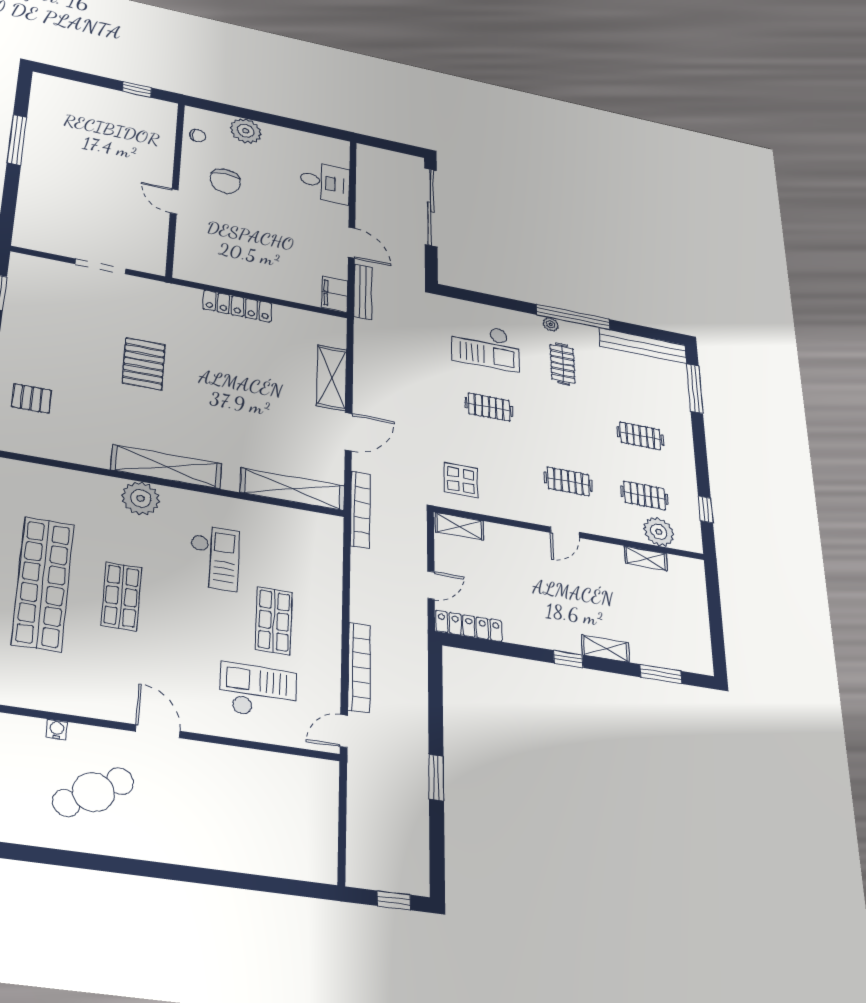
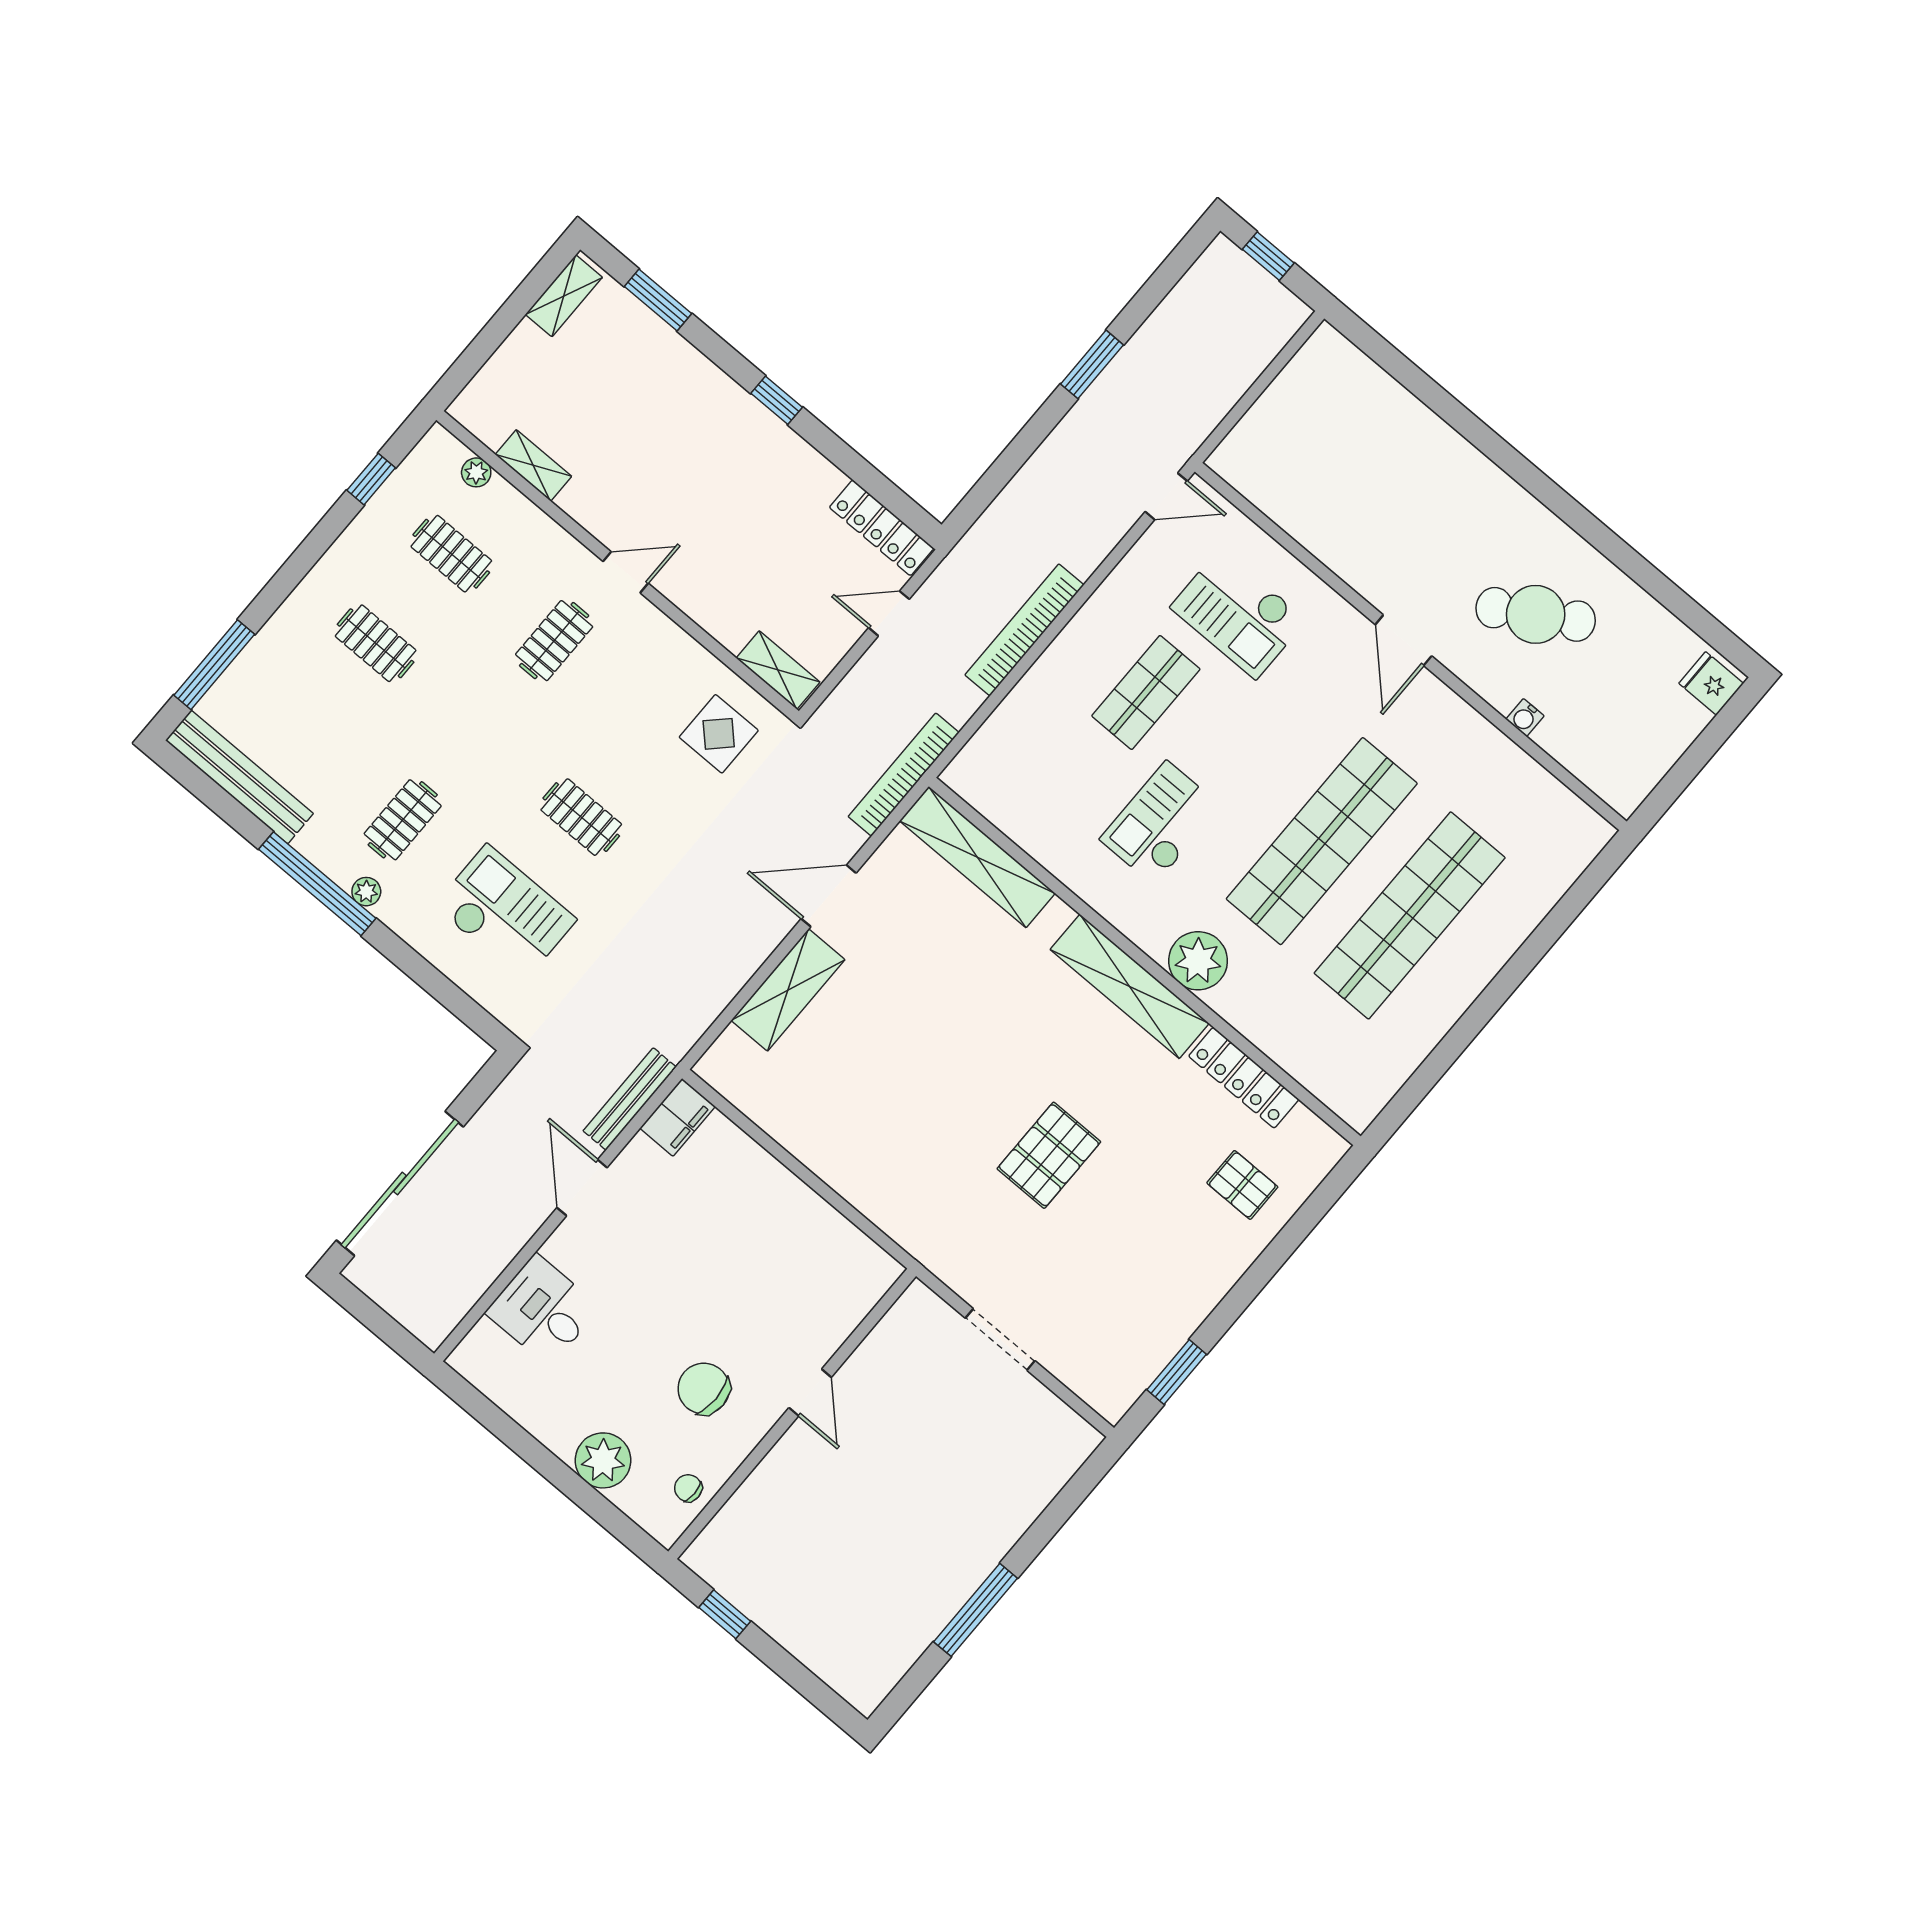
chair: (225, 181) -> (704, 1389), turned -90
locker: (238, 306) -> (1244, 1078), moved, turned 180
clothes rail: (568, 481) -> (554, 641), turned 90
plant: (659, 532) -> (476, 472), width x0.53, depth x0.53
shop shelf: (121, 596) -> (1322, 841), width x2.00, depth x1.36
shelving: (606, 649) -> (564, 296), moved, turned 90
bookcase: (359, 667) -> (1024, 630), moved

